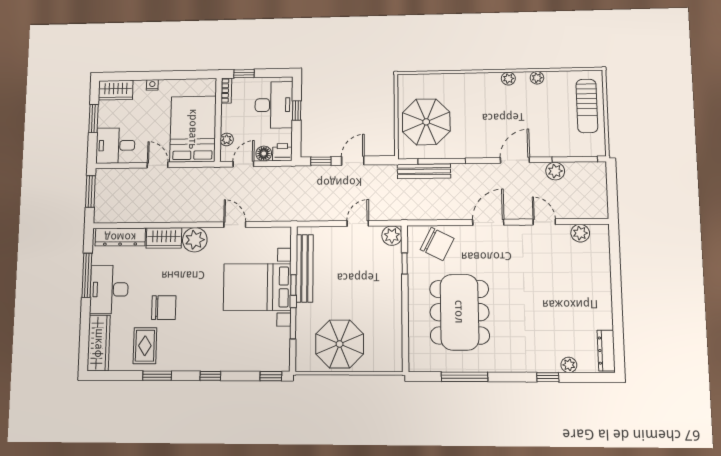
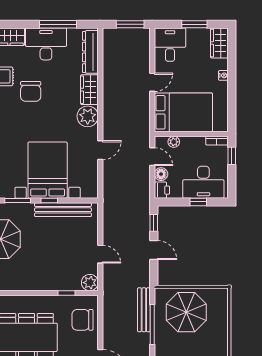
chair: (437, 244) -> (83, 320), turned 63

